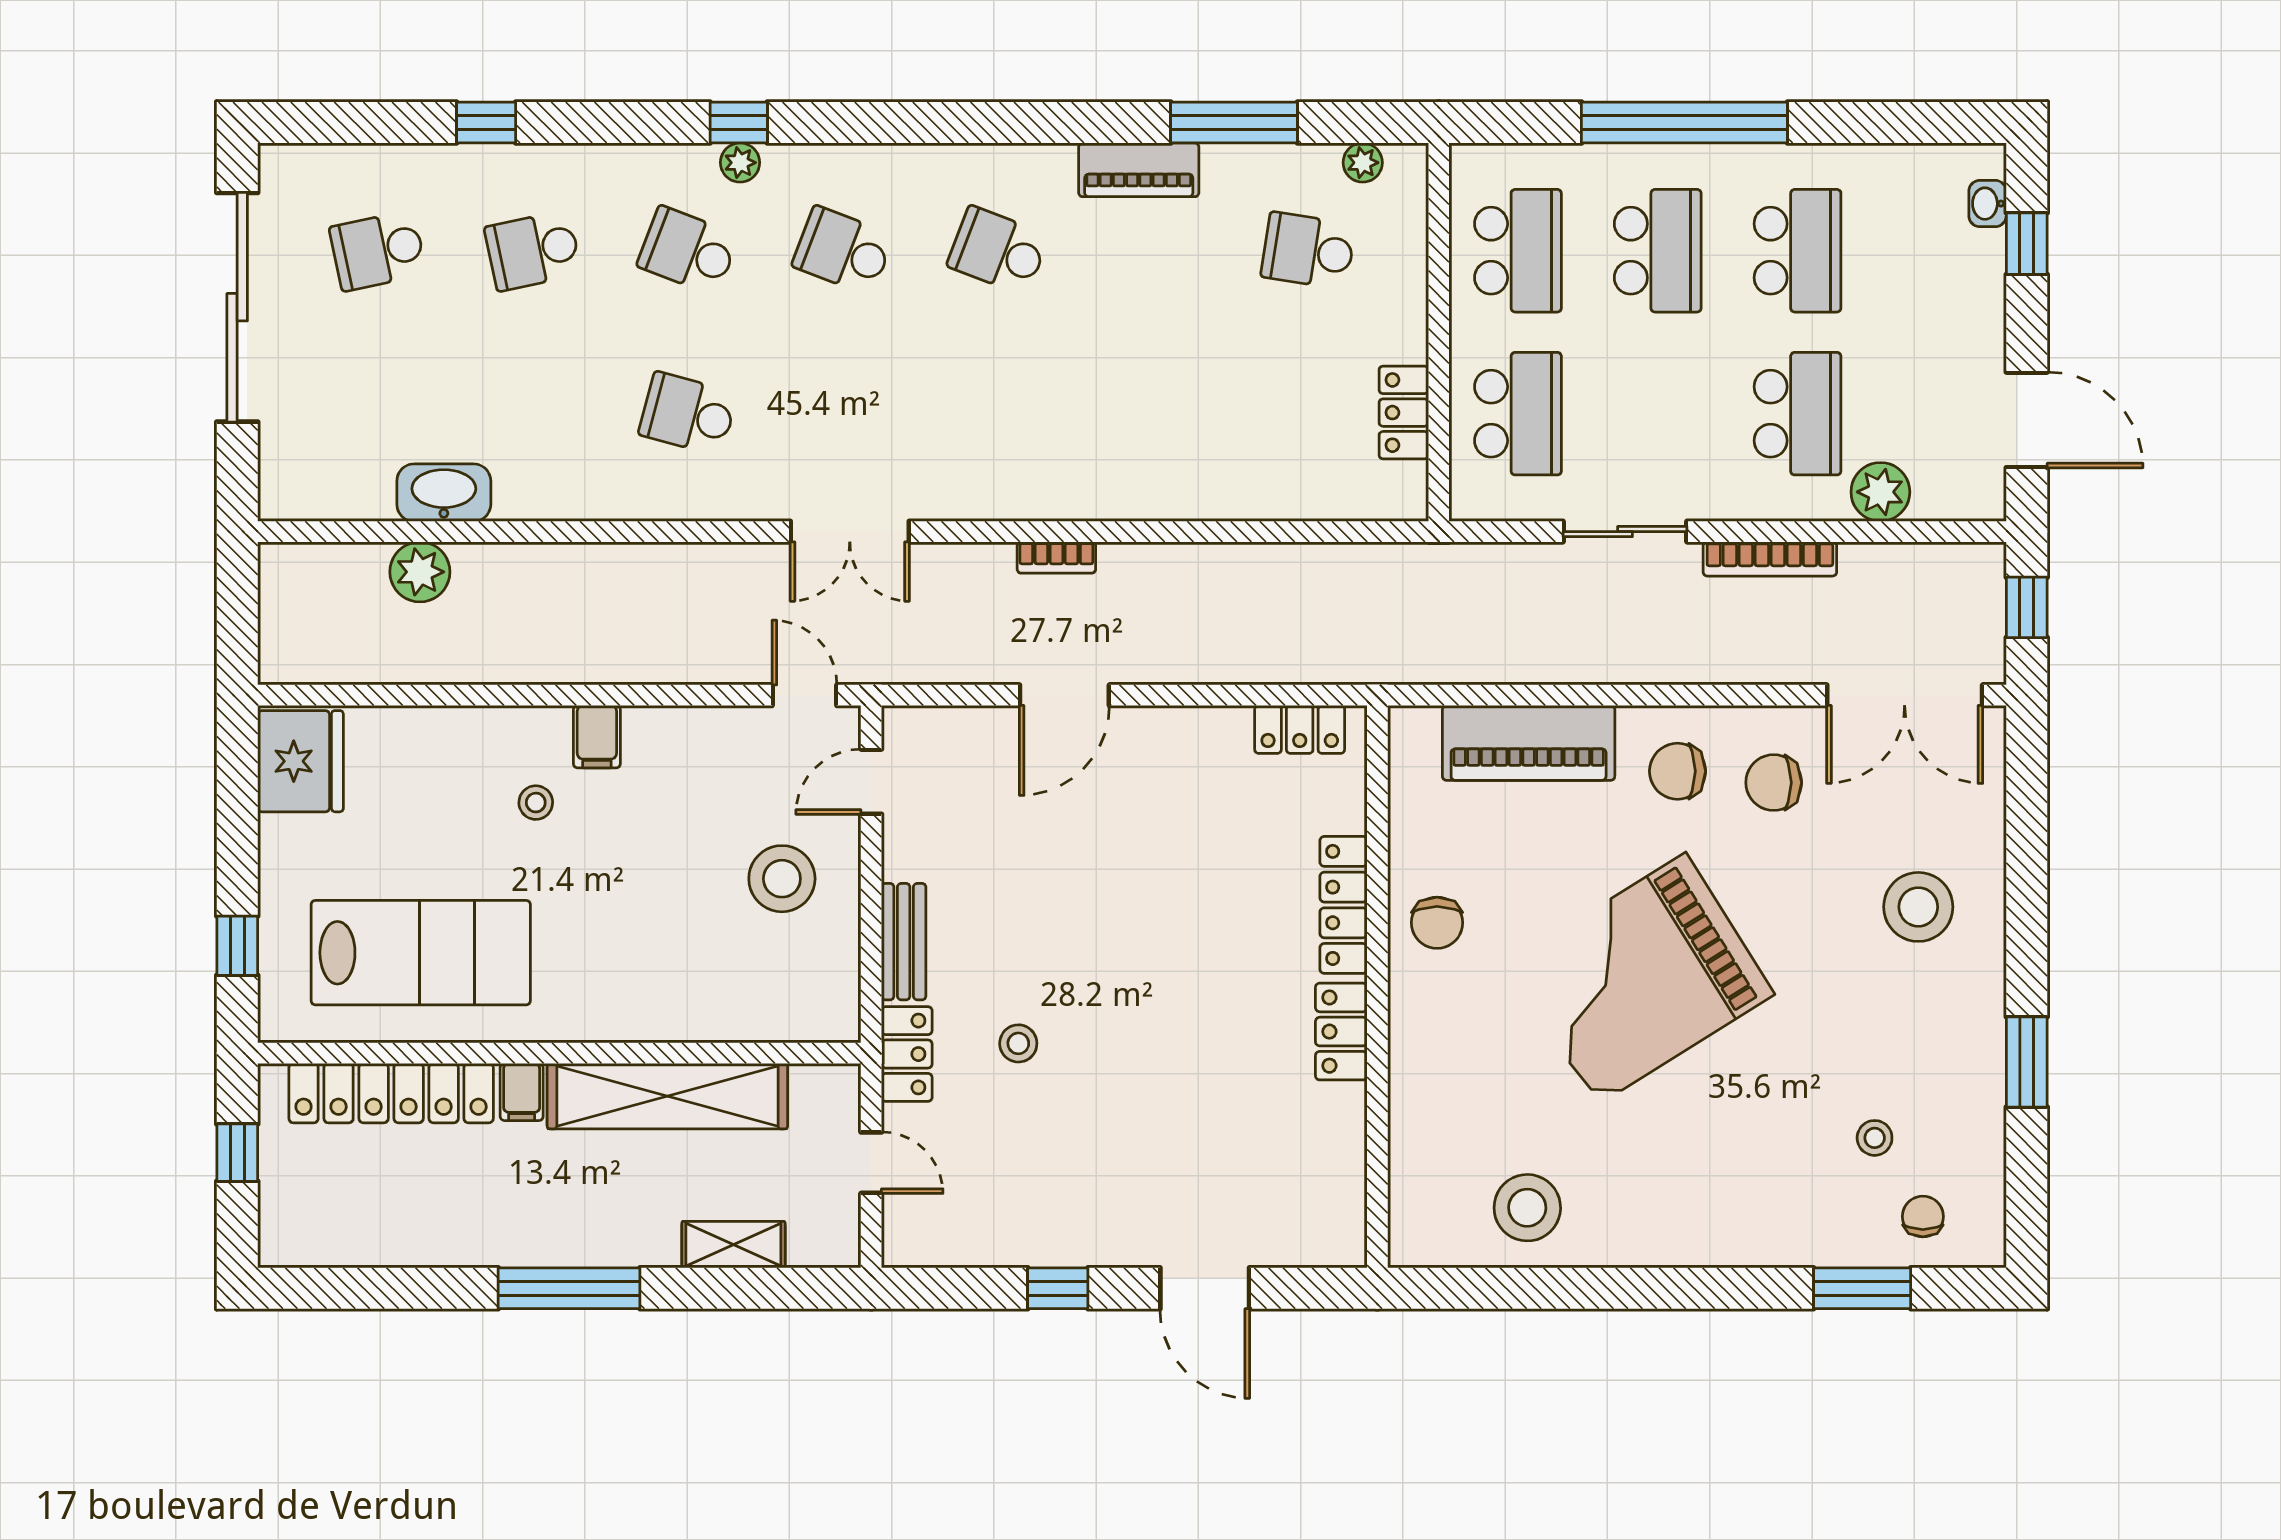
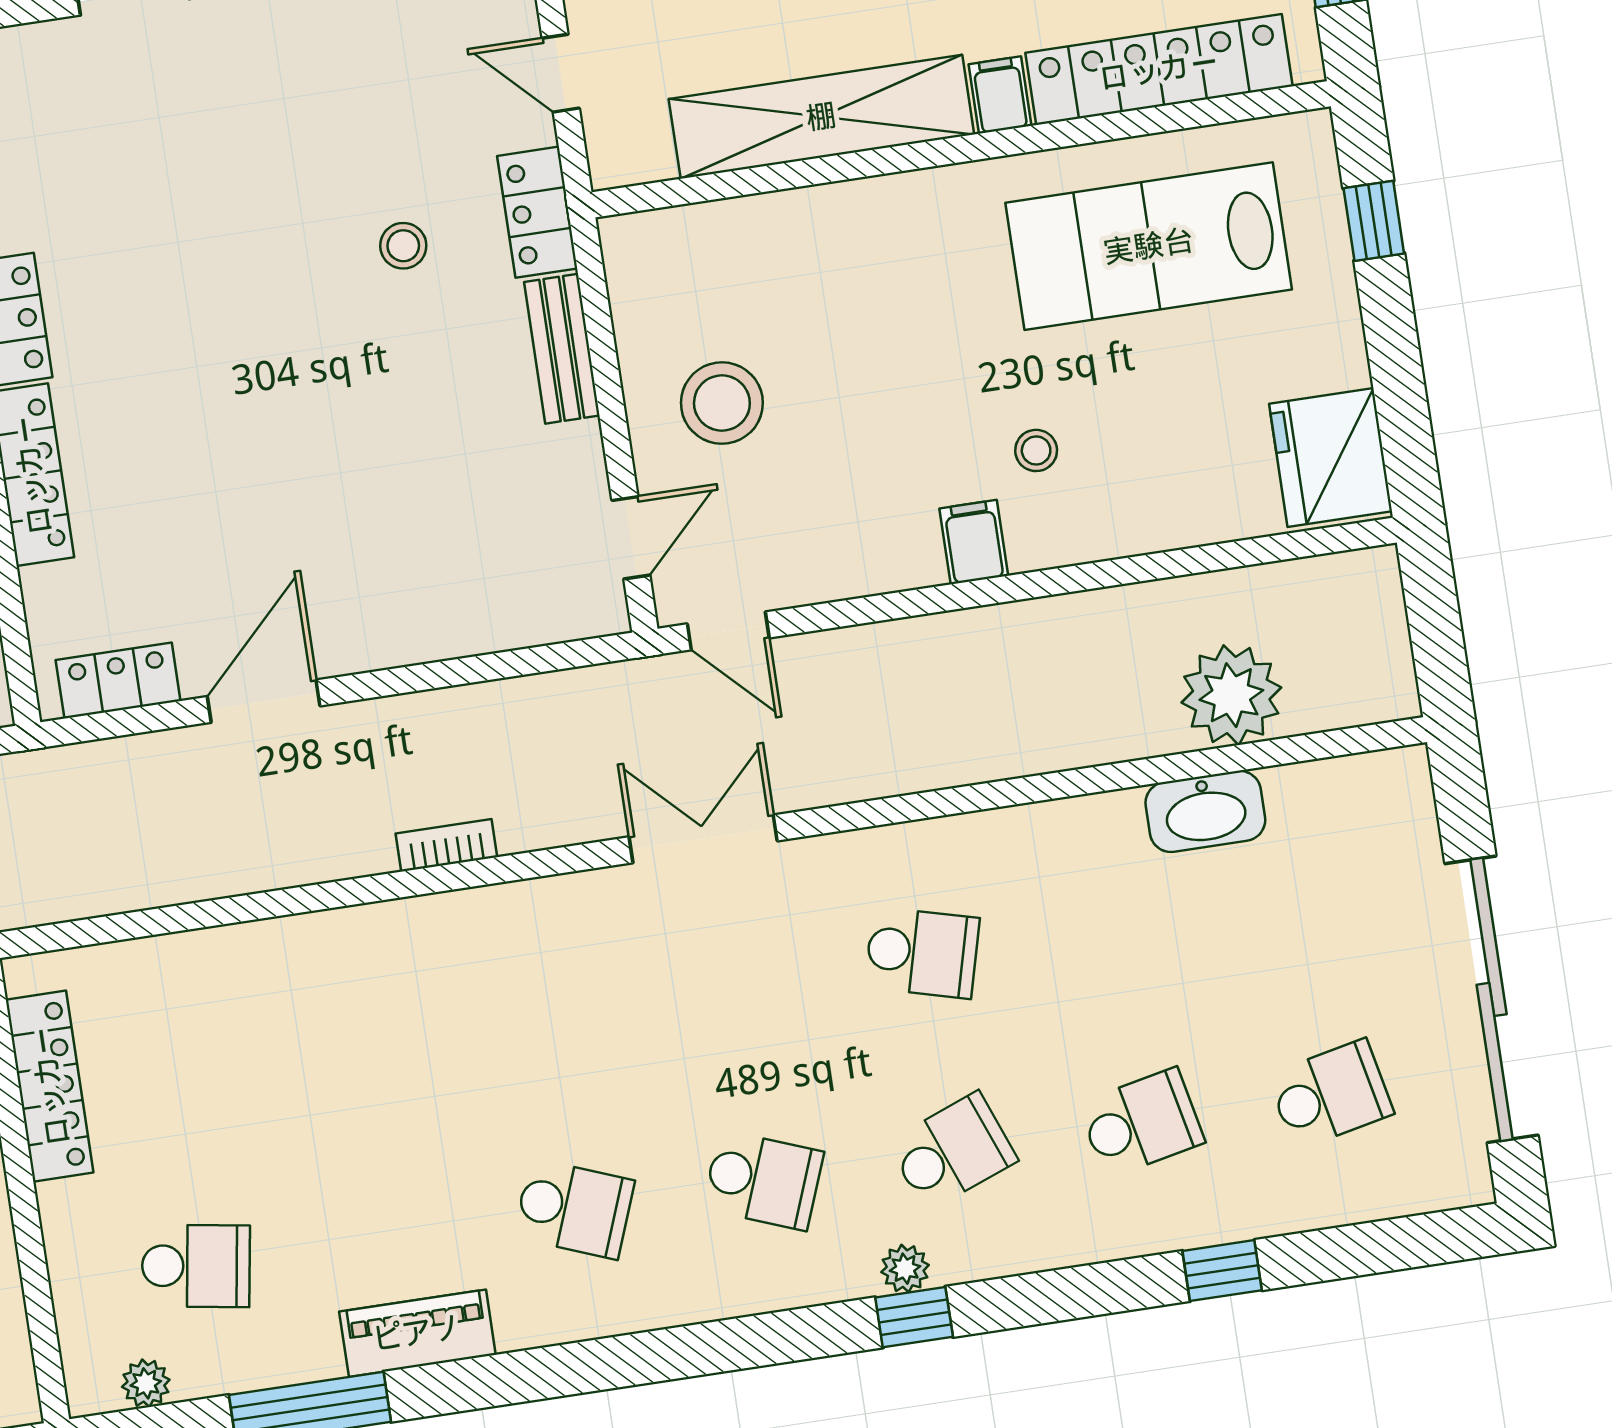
school desk: (688, 251) -> (952, 1152), turned -42
locker: (1404, 413) -> (50, 1086), width x1.53
plant: (420, 572) -> (1231, 695), width x1.36, depth x1.36
door: (1064, 695) -> (264, 701), moved

